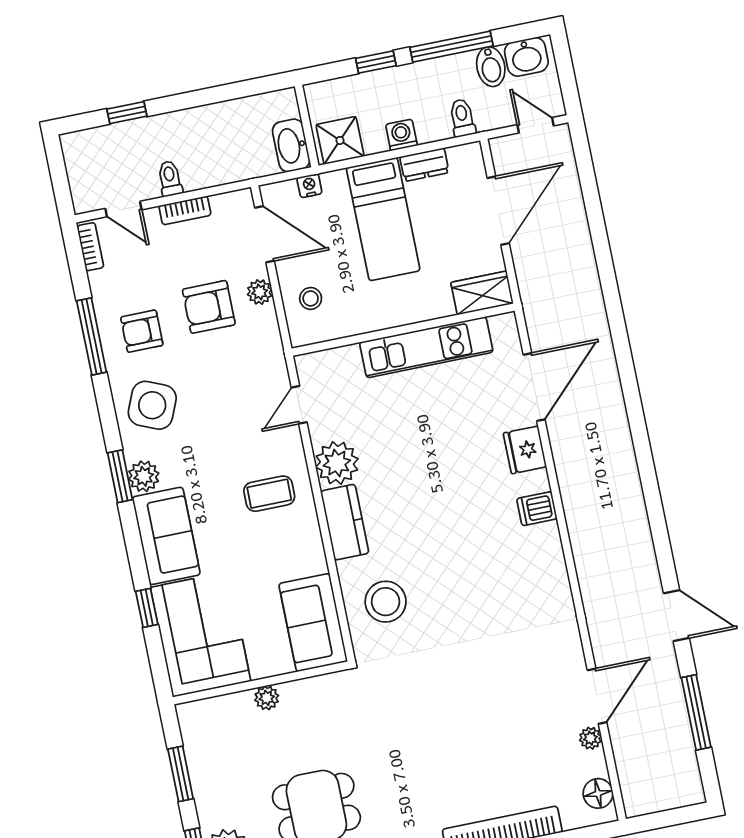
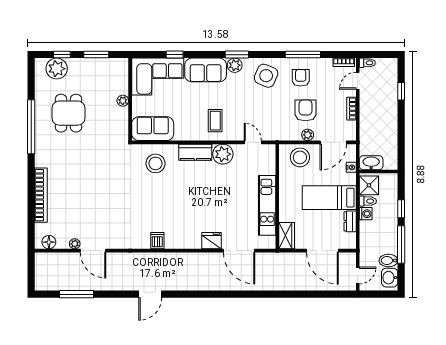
toilet: (462, 118) -> (368, 201), moved
toilet: (170, 179) -> (367, 63), moved
stool: (311, 298) -> (300, 157), width x1.89, depth x1.89
dishwasher: (537, 509) -> (157, 241), moved
door: (676, 616) -> (150, 294), moved

